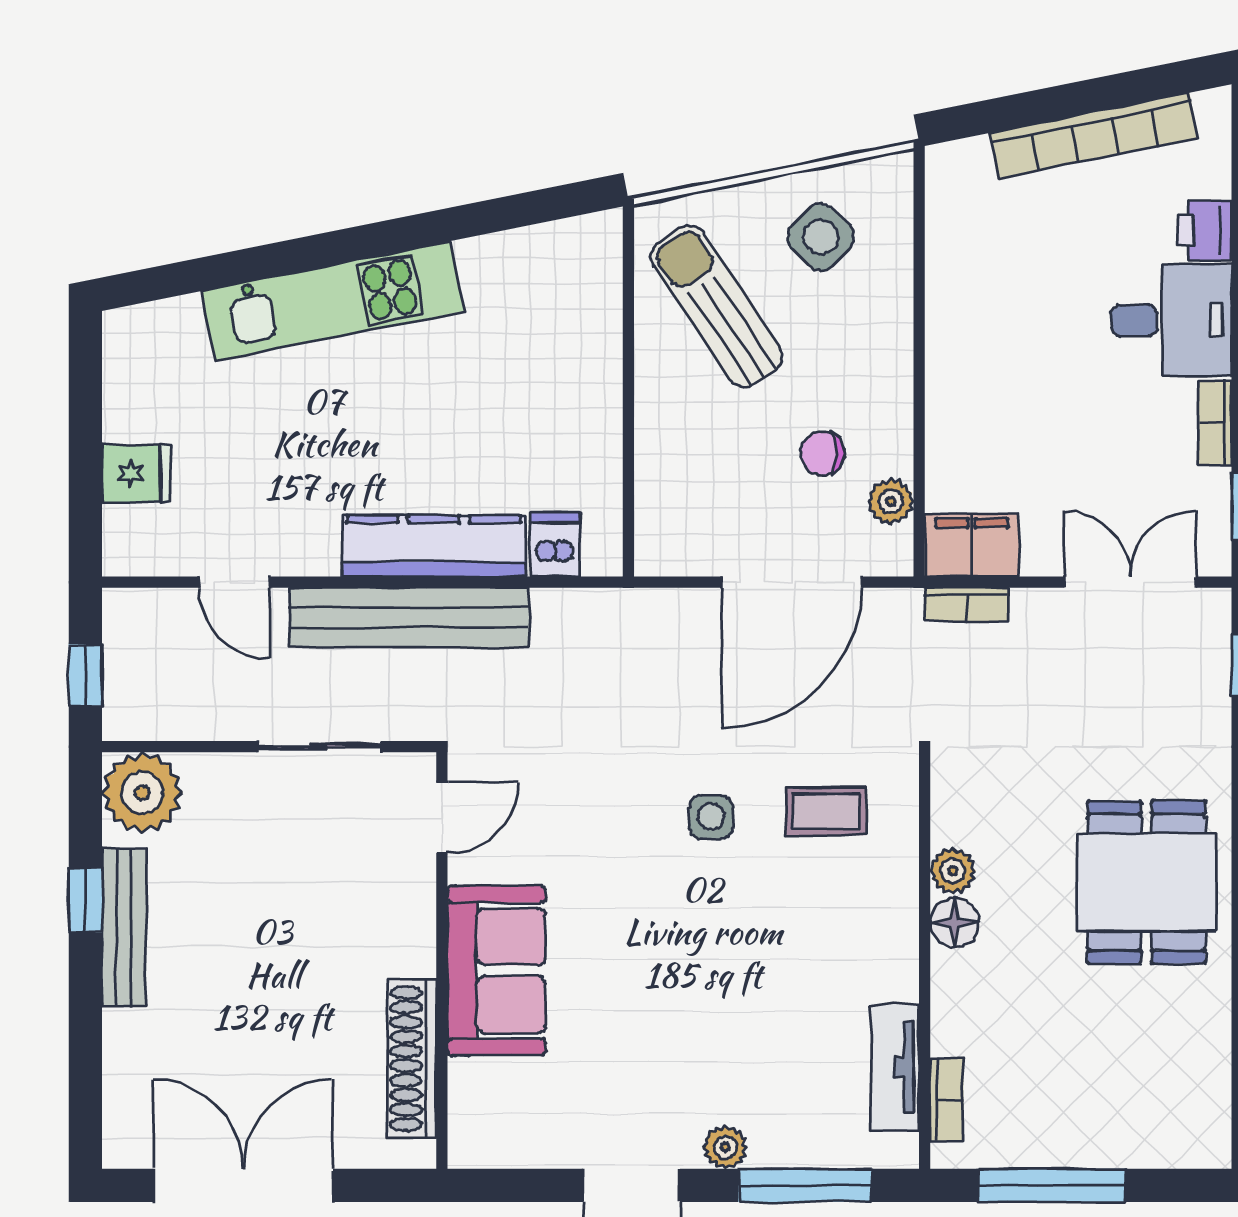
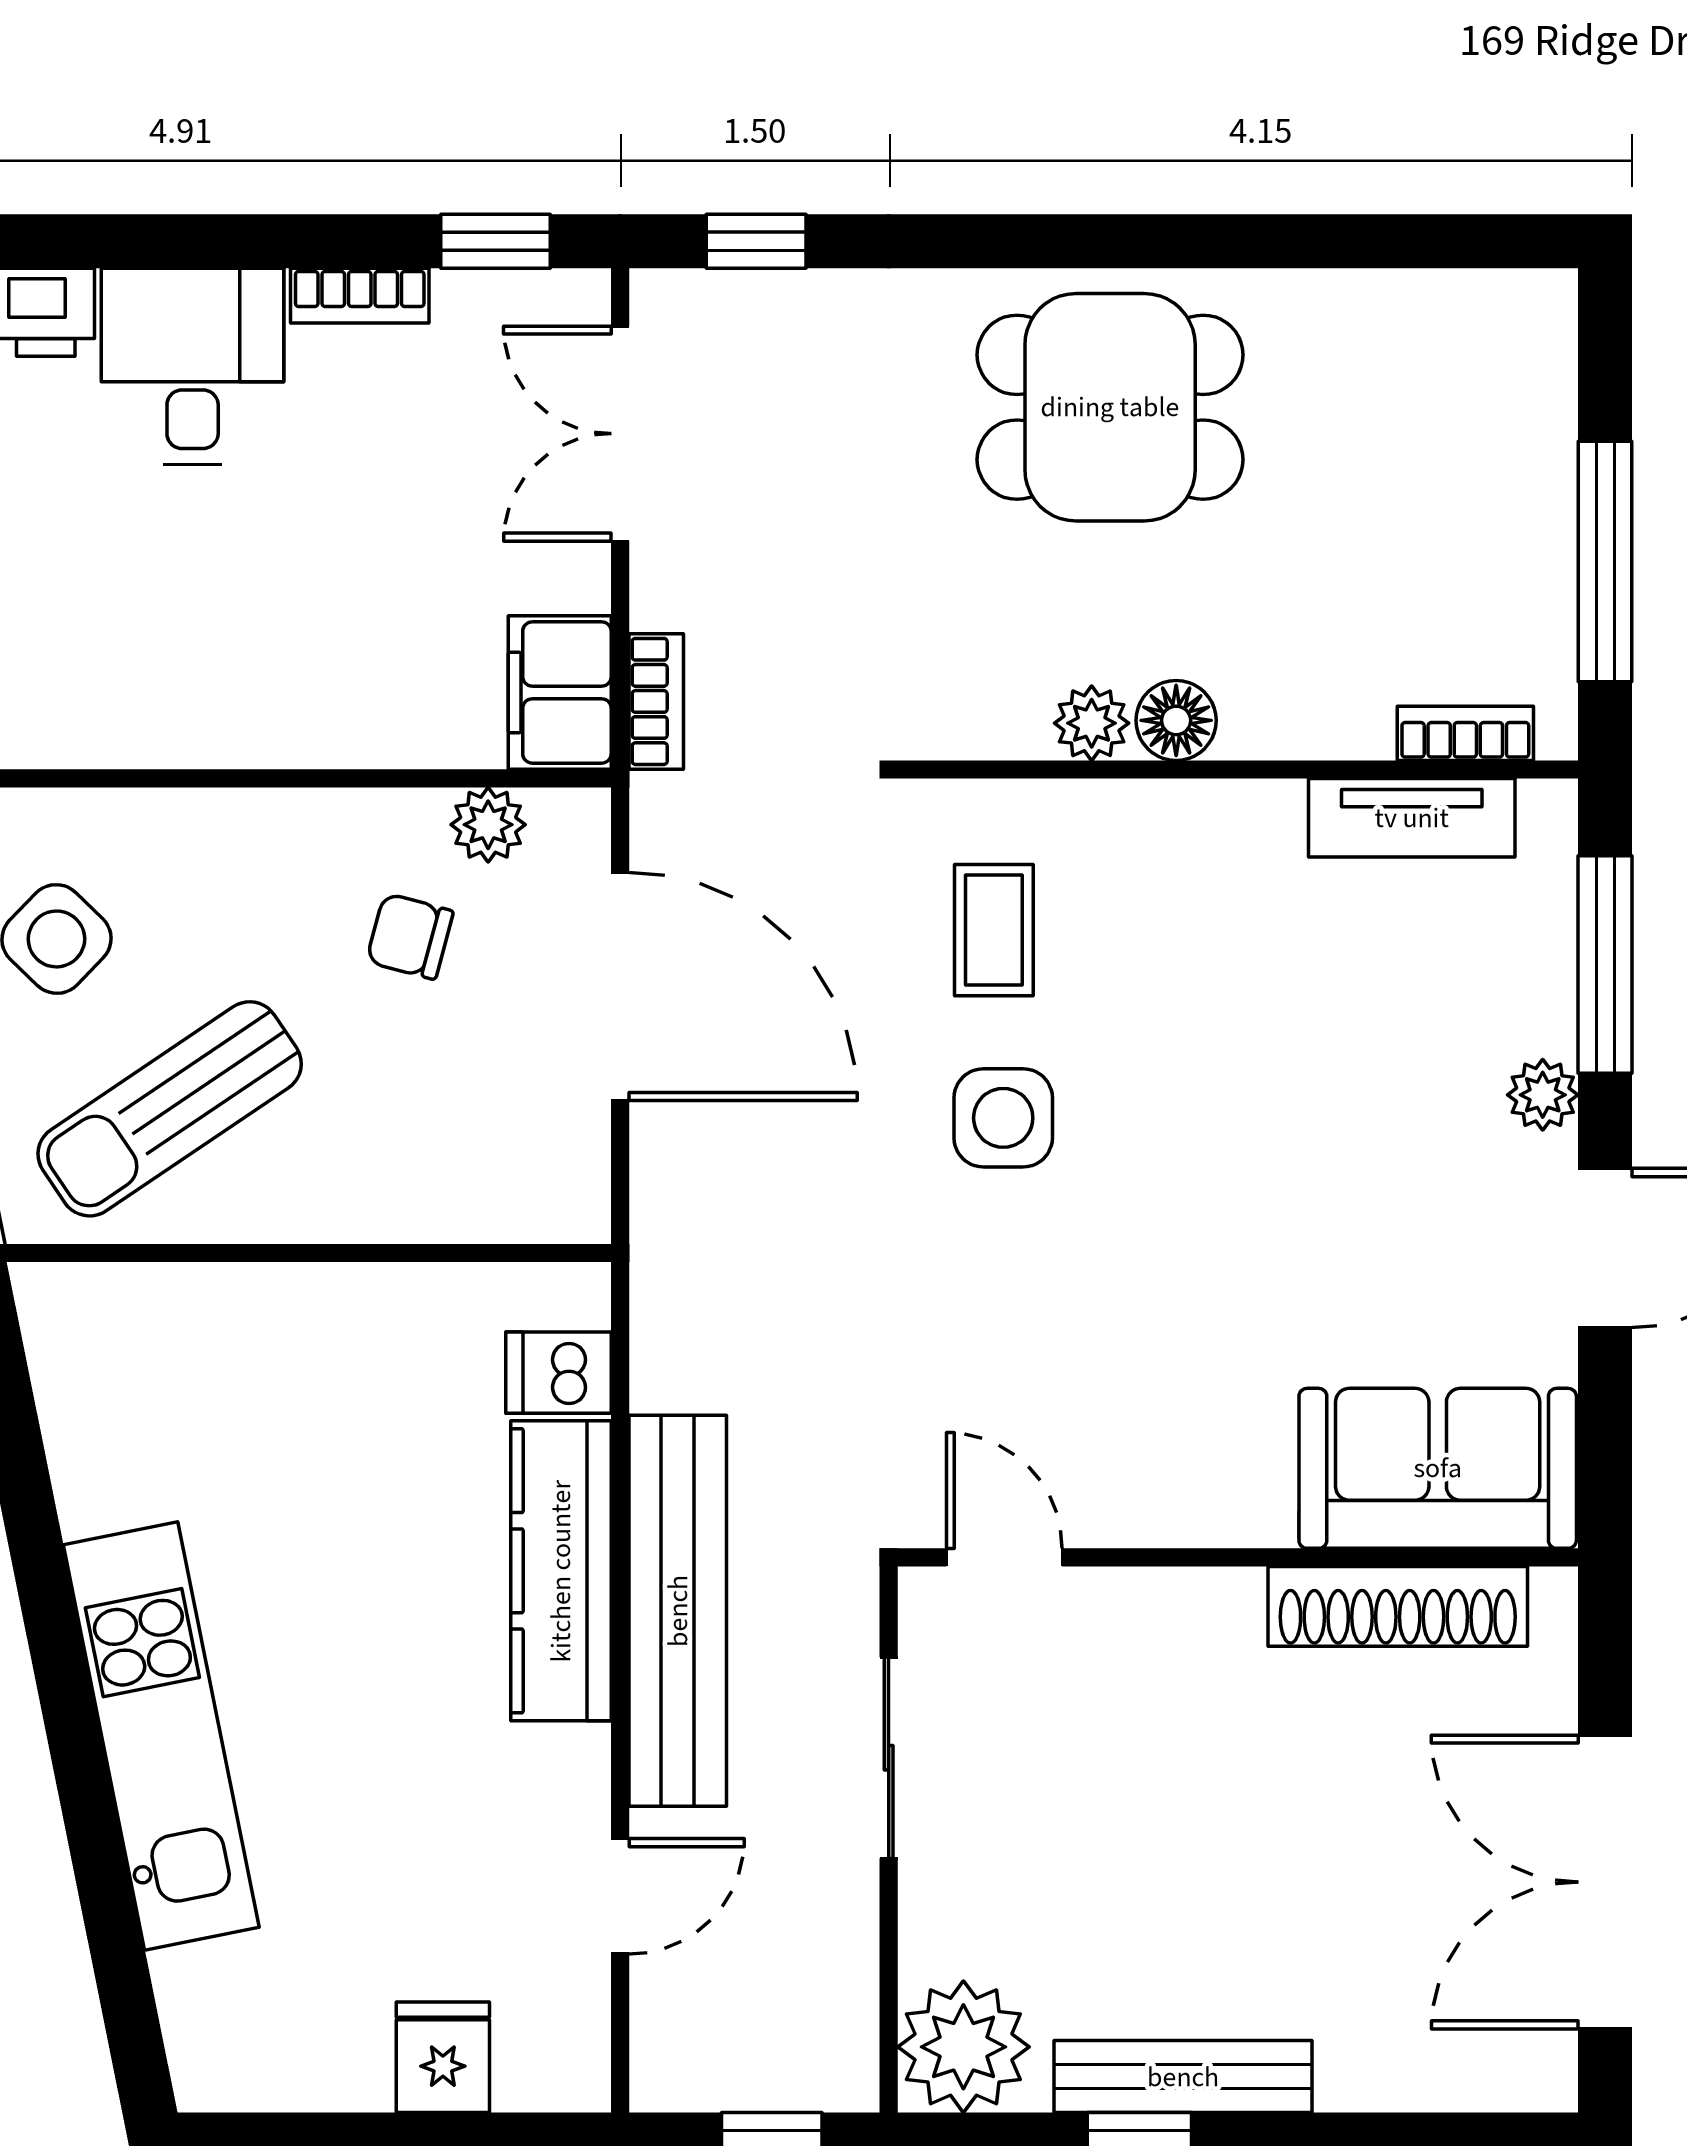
chair: (822, 453) -> (410, 936), turned 105
side table: (711, 817) -> (1003, 1118), width x1.37, depth x1.37
sofa: (497, 971) -> (1438, 1468), moved

